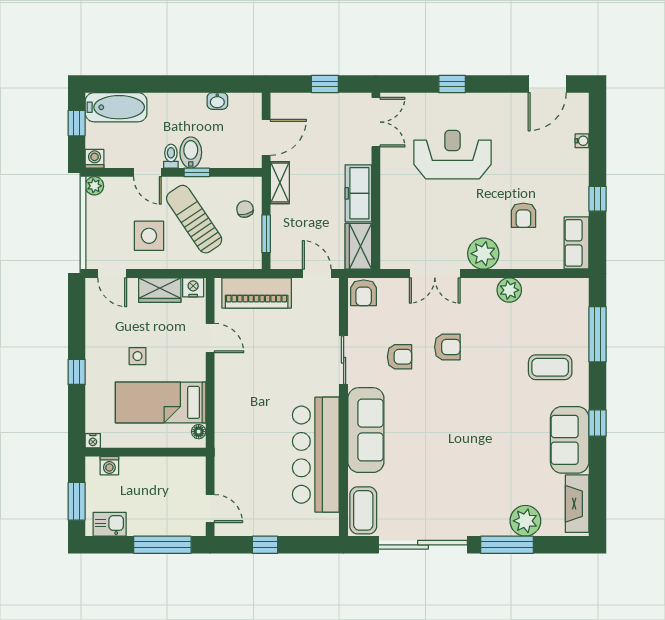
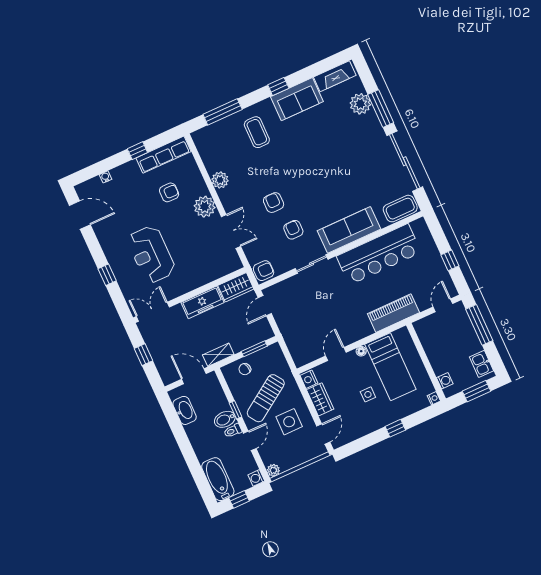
washbasin: (217, 101) -> (185, 410), width x1.91, depth x1.45
row of seats: (577, 243) -> (163, 155), width x1.48
piano: (257, 293) -> (393, 313), moved, turned -90
floor lamp: (199, 432) -> (361, 351), moved

